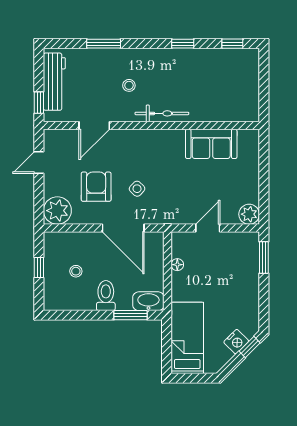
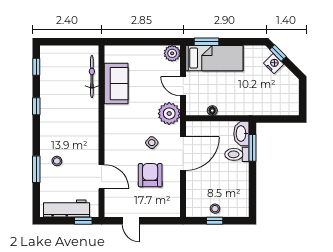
stool: (129, 85) -> (57, 161), moved
bicycle: (162, 113) -> (92, 77), moved
armchair: (96, 187) -> (150, 175), turned 90
plant: (57, 211) -> (169, 114), moved
stool: (76, 271) -> (215, 209), moved
toilet: (106, 296) -> (237, 154), moved
bed: (187, 338) -> (214, 58), moved, turned 180

